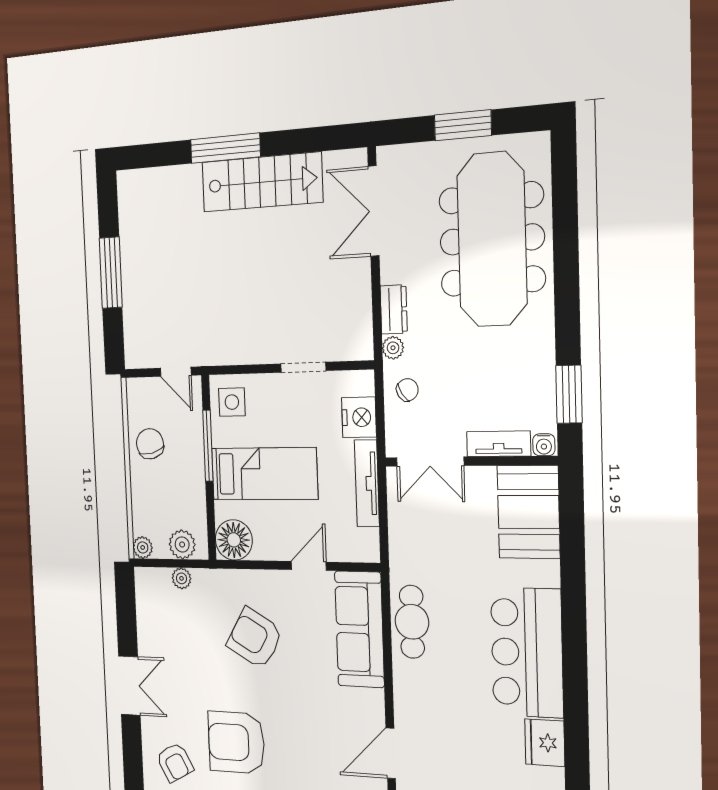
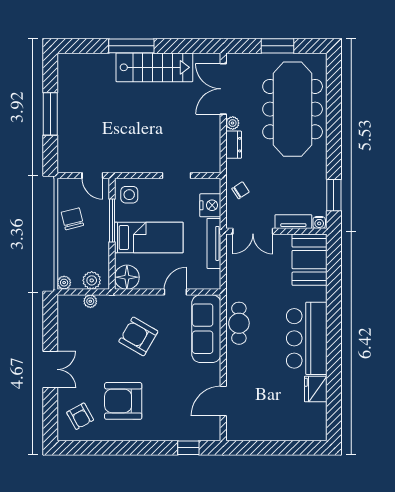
plant: (393, 348) -> (233, 123), moved

